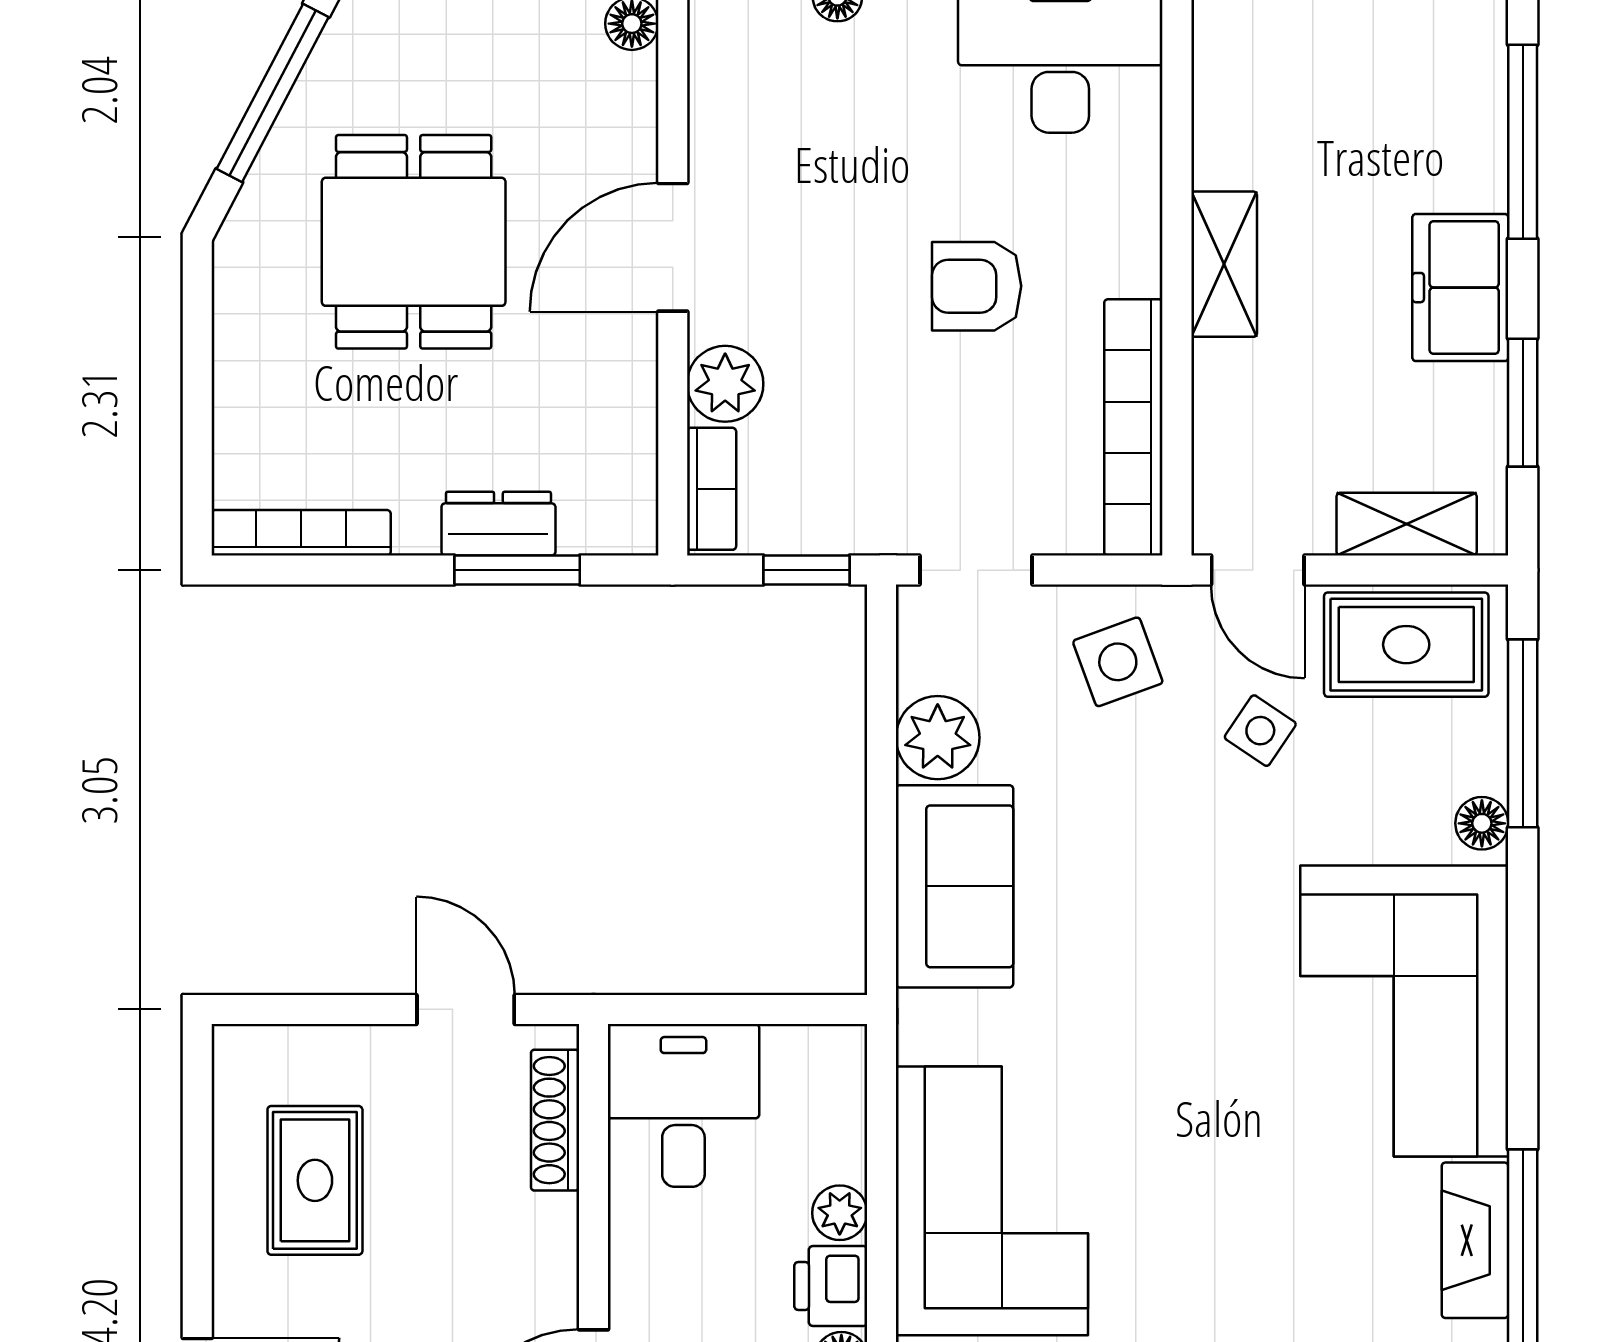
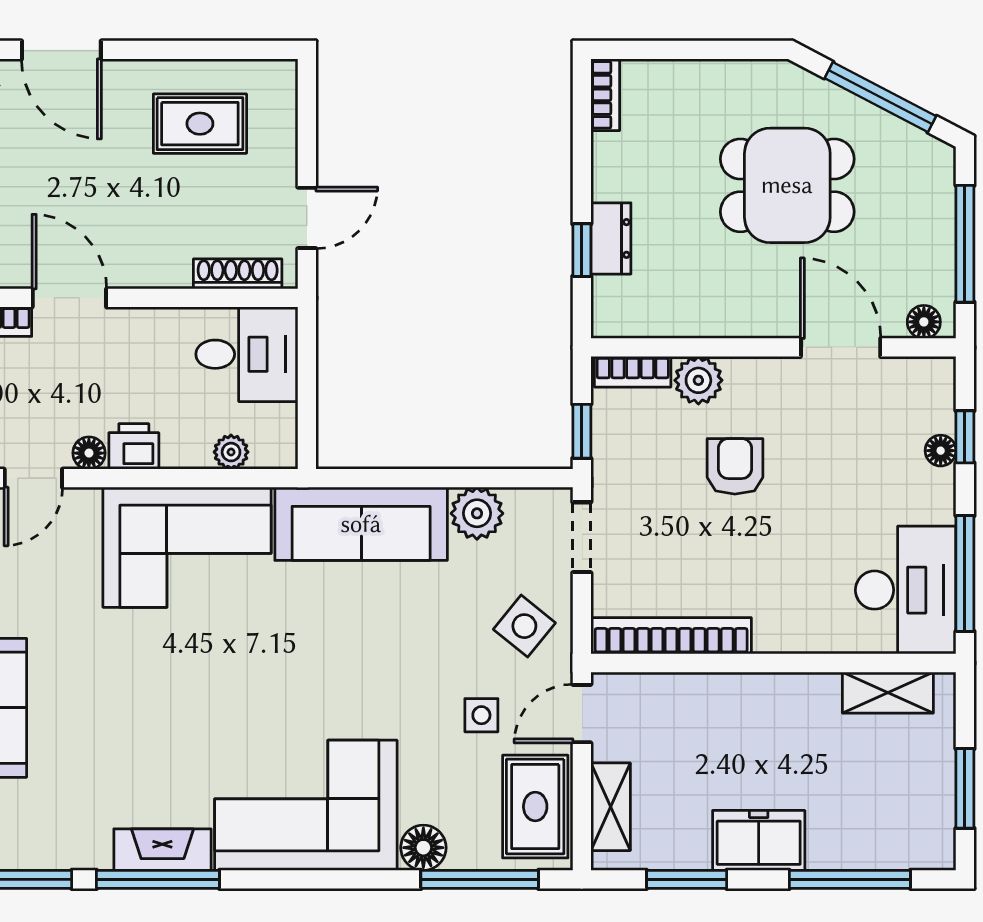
door: (673, 247) -> (841, 347), moved
shelving: (1224, 264) -> (888, 693), moved
armchair: (977, 286) -> (735, 466), moved
bookcase: (301, 533) -> (605, 95), width x0.64
window: (517, 570) -> (582, 250), width x0.67
side table: (1118, 662) -> (524, 626), turned -31
side table: (1260, 731) -> (481, 715), turned -34
floor lamp: (1482, 823) -> (423, 848), width x1.37, depth x1.37
sofa: (955, 886) -> (361, 524), width x1.36
plant: (840, 1213) -> (231, 452), moved

